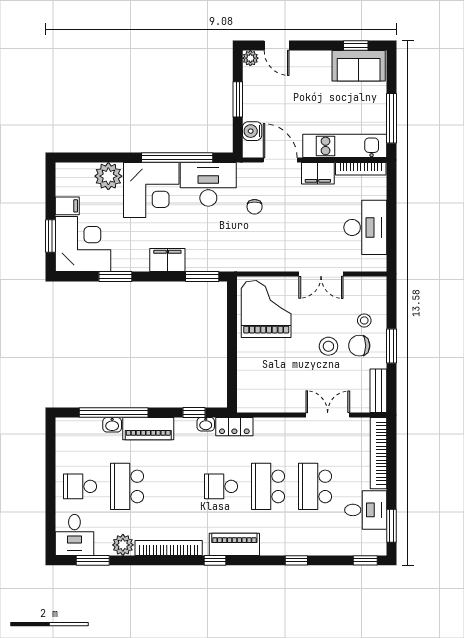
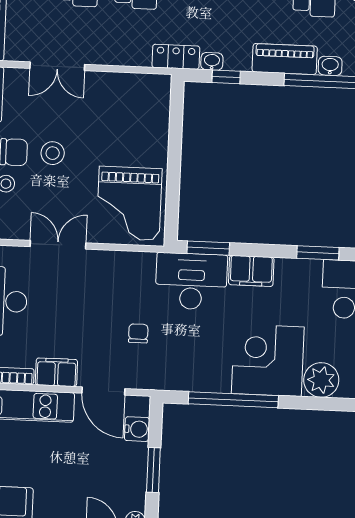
desk: (208, 184) -> (191, 281), moved, turned 180

